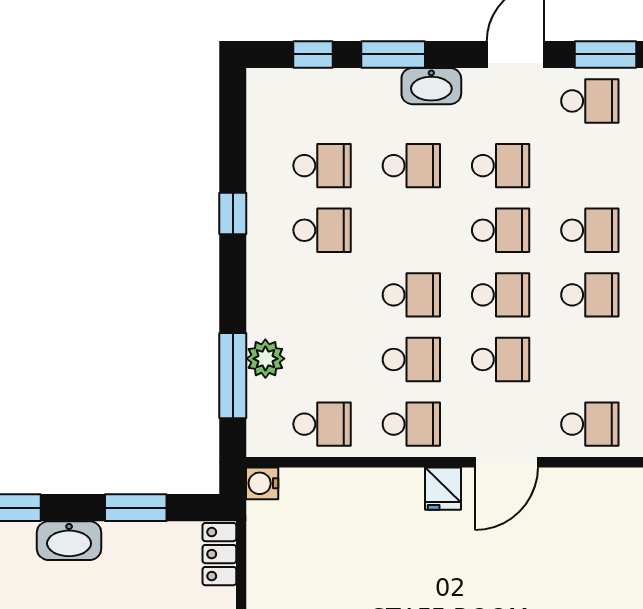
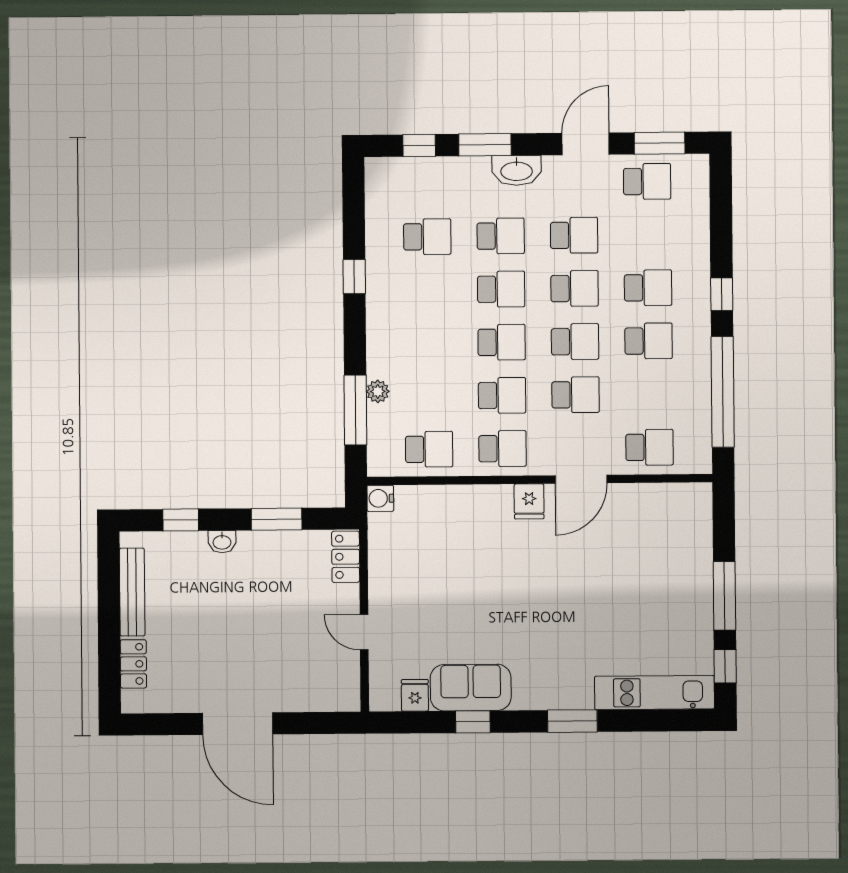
school desk: (322, 230) -> (501, 289), moved
plant: (265, 359) -> (378, 391), width x0.73, depth x0.73
washbasin: (69, 541) -> (222, 542), width x0.52, depth x0.69

